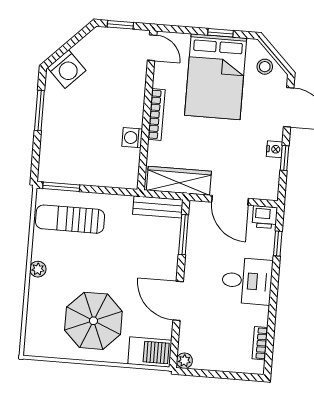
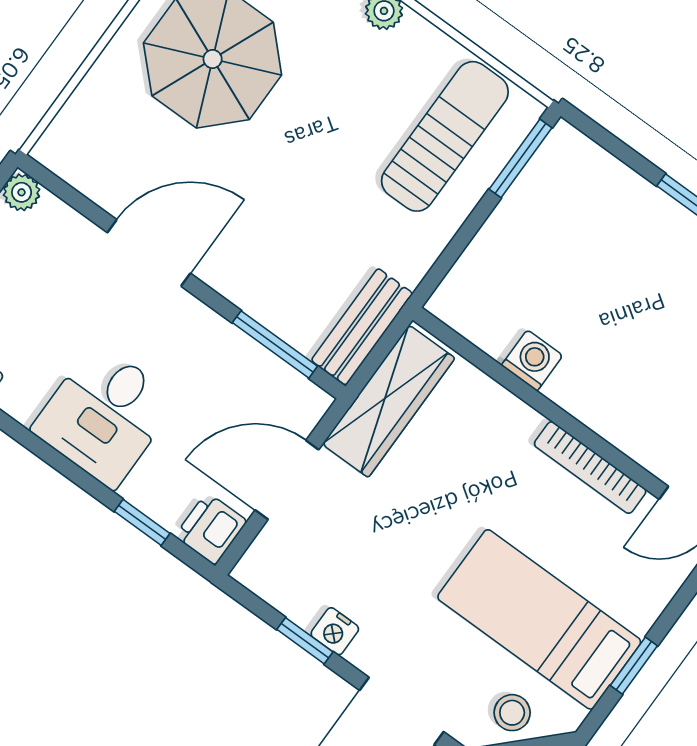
bed: (216, 77) -> (539, 619), width x0.67
bookcase: (156, 114) -> (590, 467), moved
barbecue: (150, 352) -> (81, 134), removed

